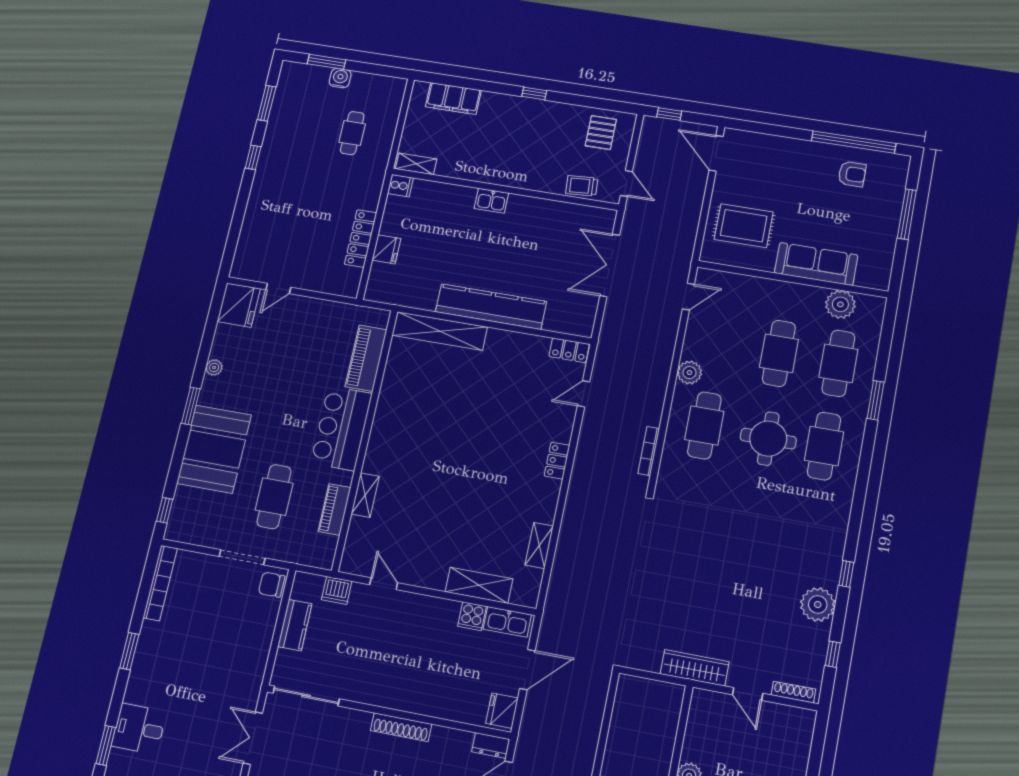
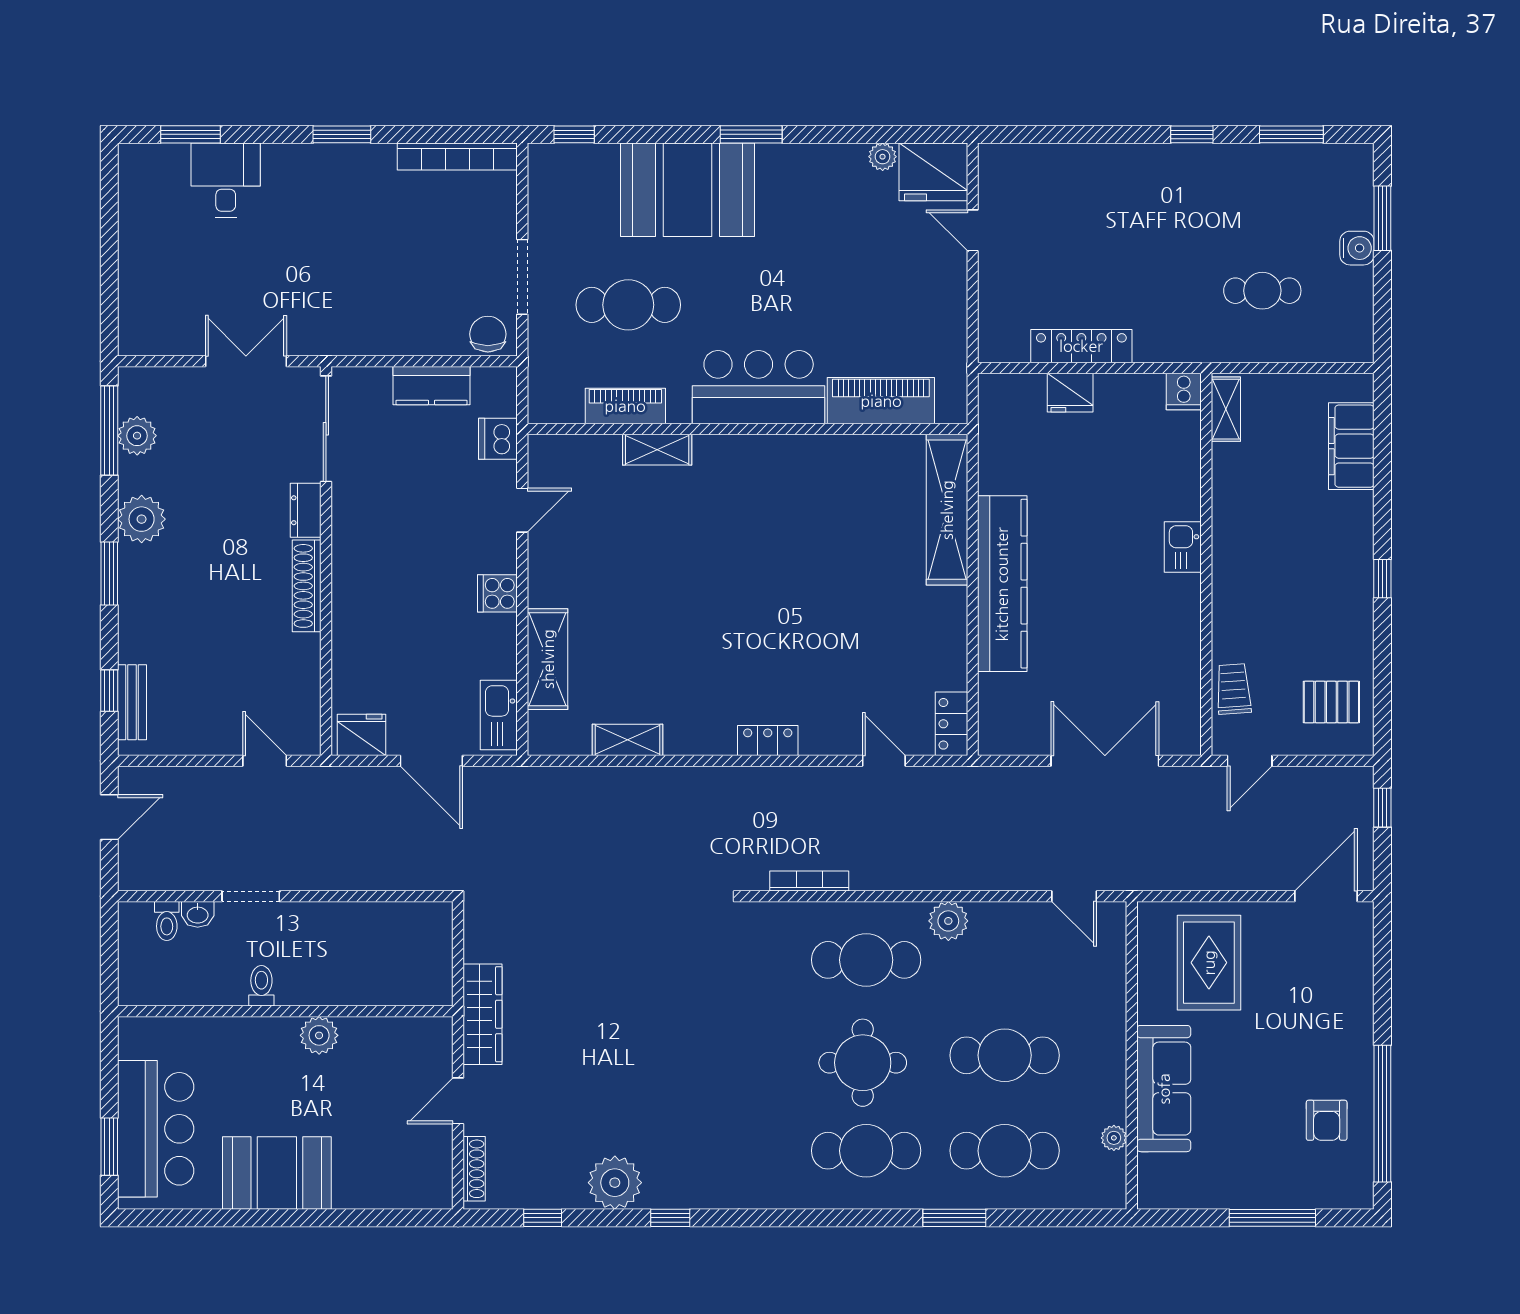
plant: (840, 304) -> (1114, 1138), width x0.53, depth x0.53
plant: (214, 367) -> (883, 157), moved
cooker: (472, 616) -> (497, 593), moved
dresser: (491, 746) -> (306, 510), moved

